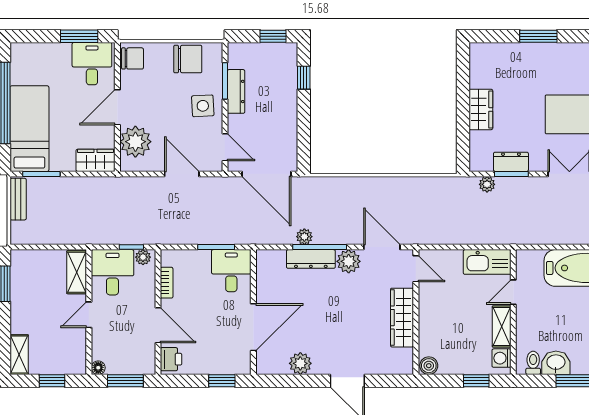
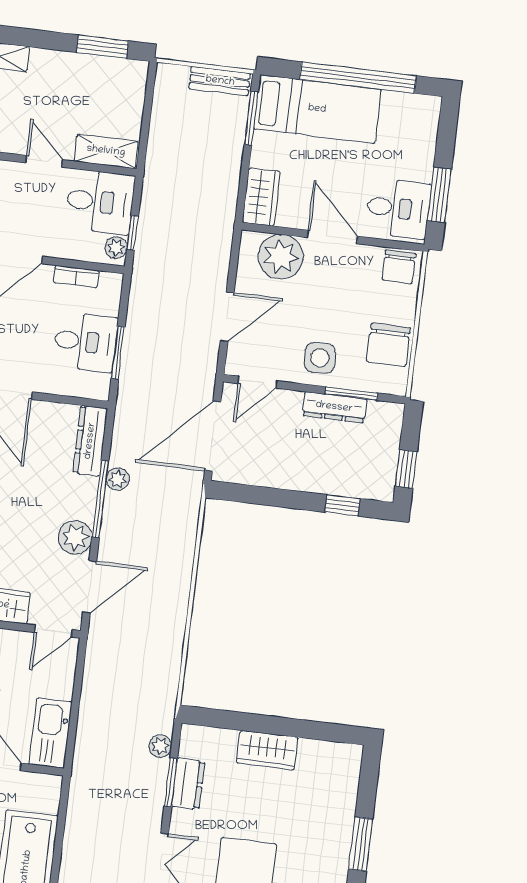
dresser: (311, 259) -> (90, 441), moved
desk: (231, 271) -> (85, 342), moved

